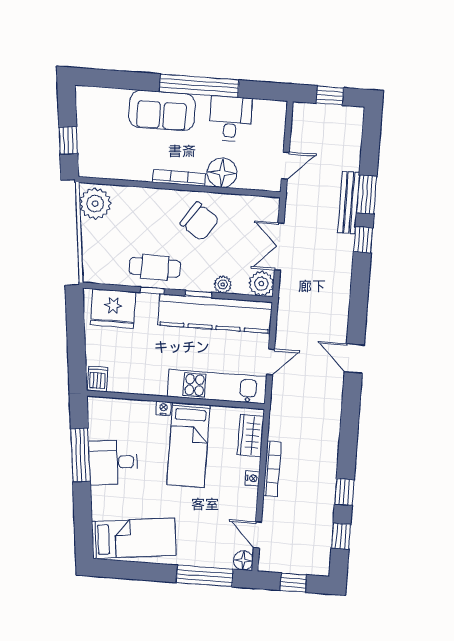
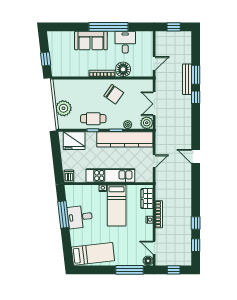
plant: (95, 204) -> (63, 108), moved
kitchen unit: (217, 387) -> (110, 176), moved

